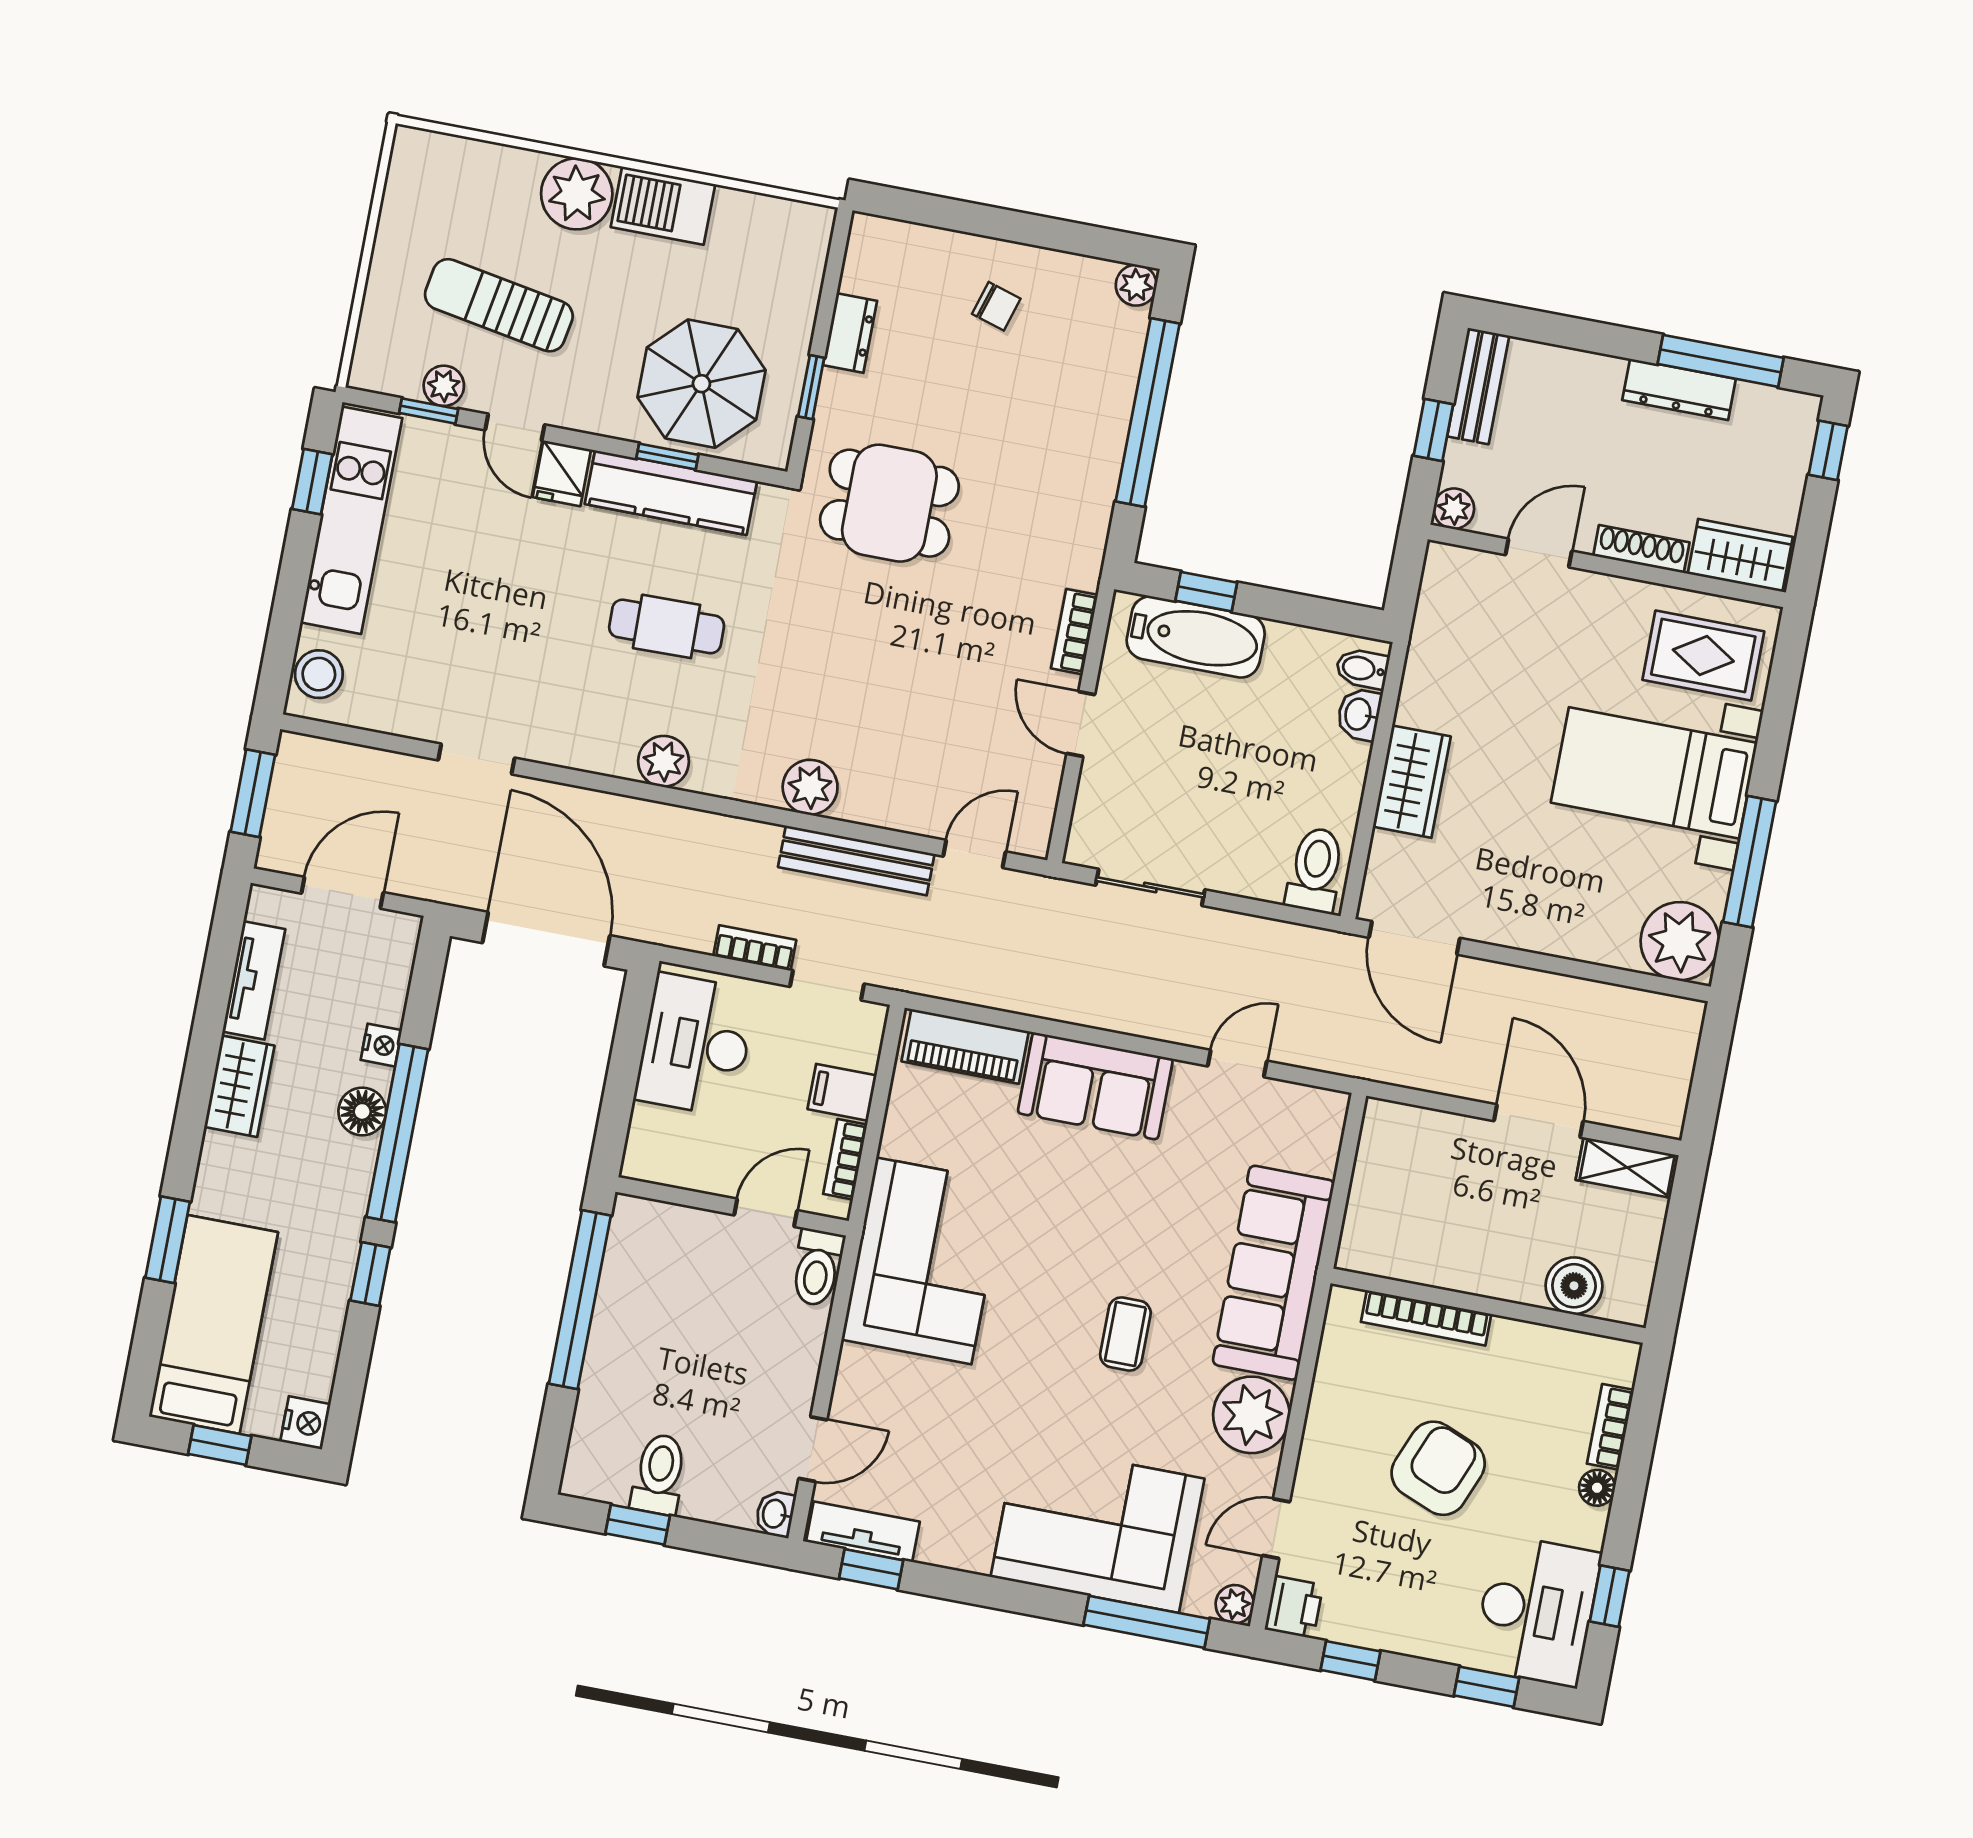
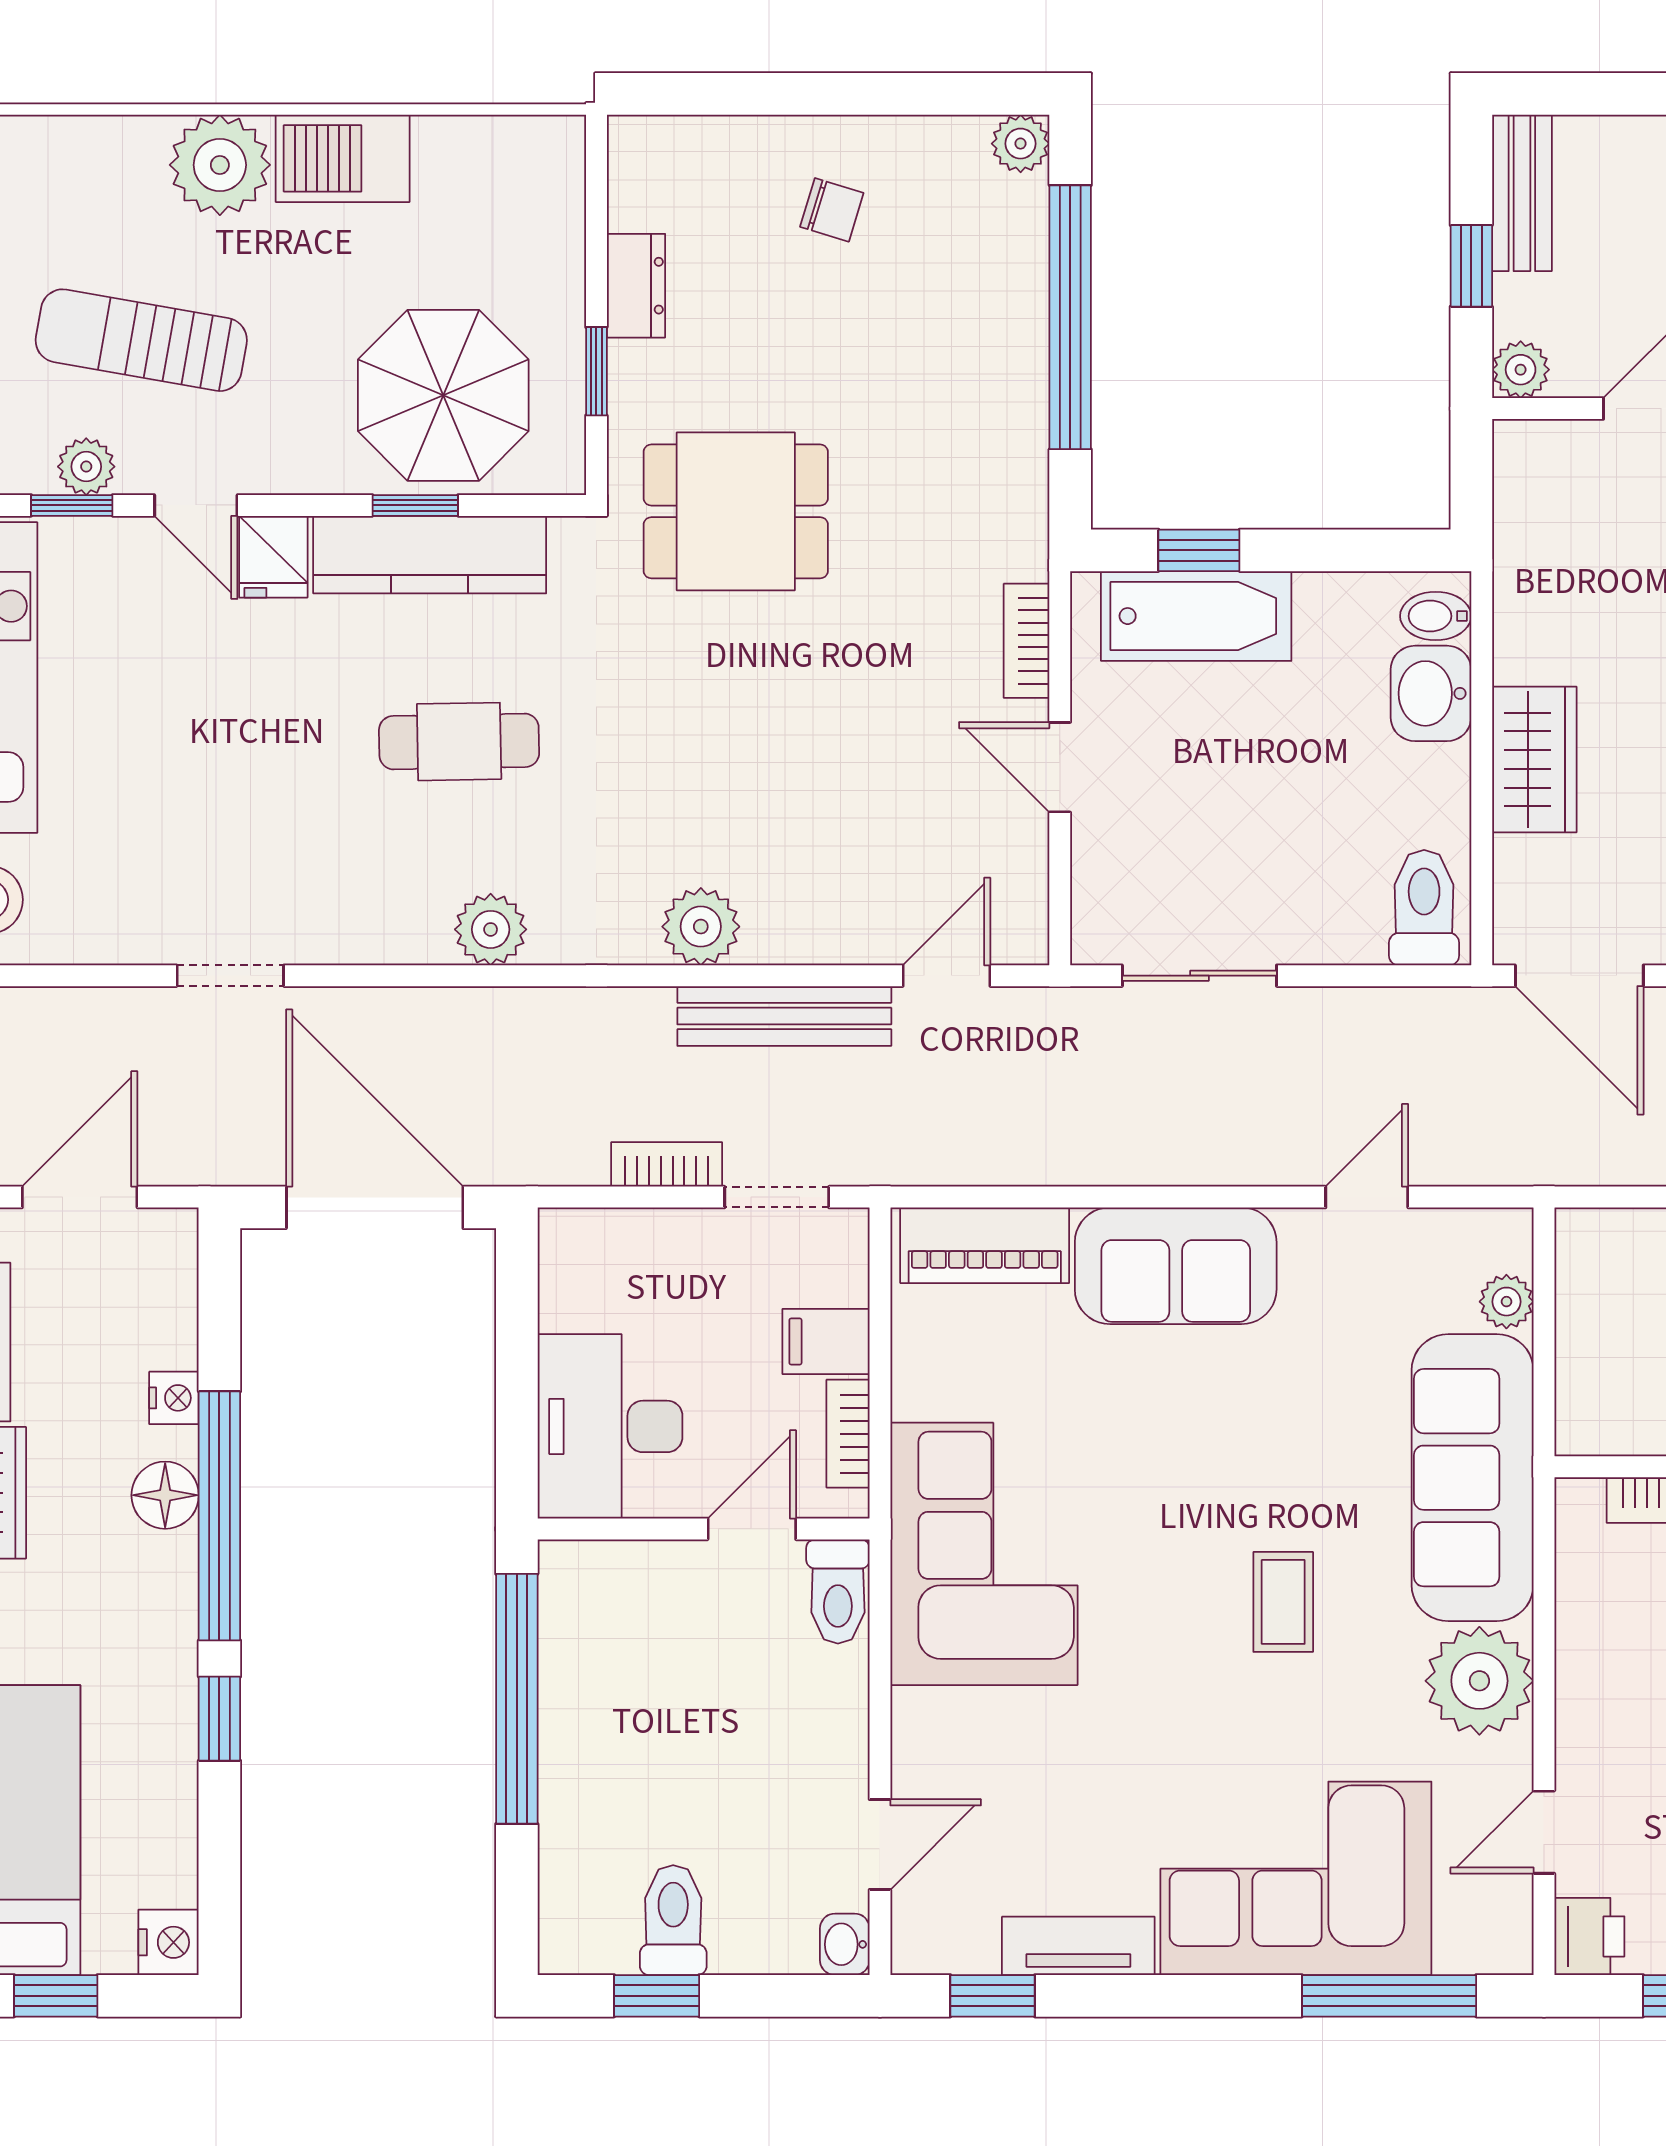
washbasin: (1359, 714) -> (1431, 693), width x1.38, depth x1.45
desk: (696, 1045) -> (610, 1426), moved
tv unit: (863, 1532) -> (1078, 1946), moved
plant: (1235, 1604) -> (1506, 1302), moved

